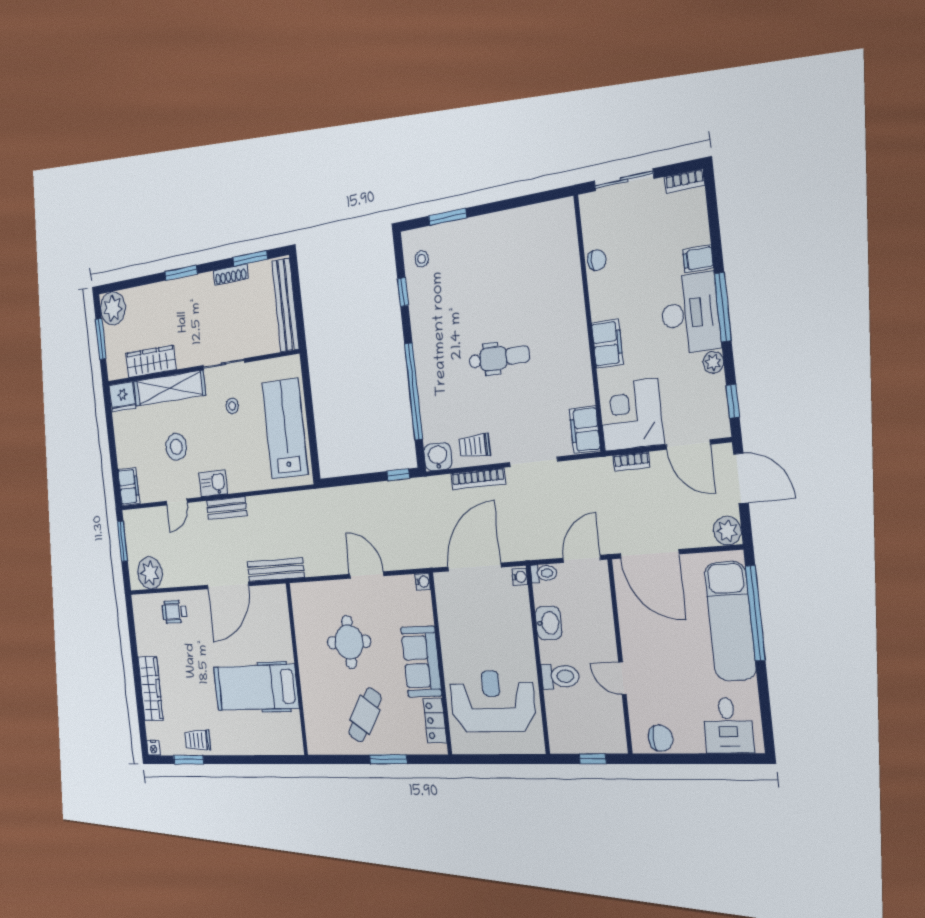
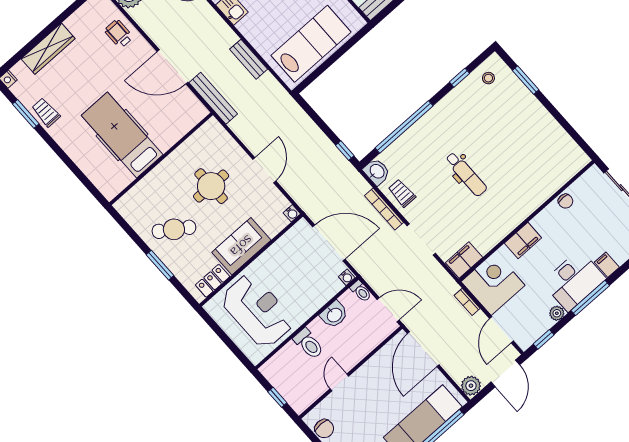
bench: (227, 508) -> (249, 59), moved

